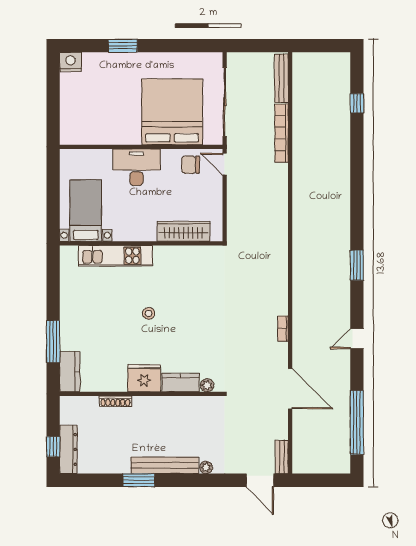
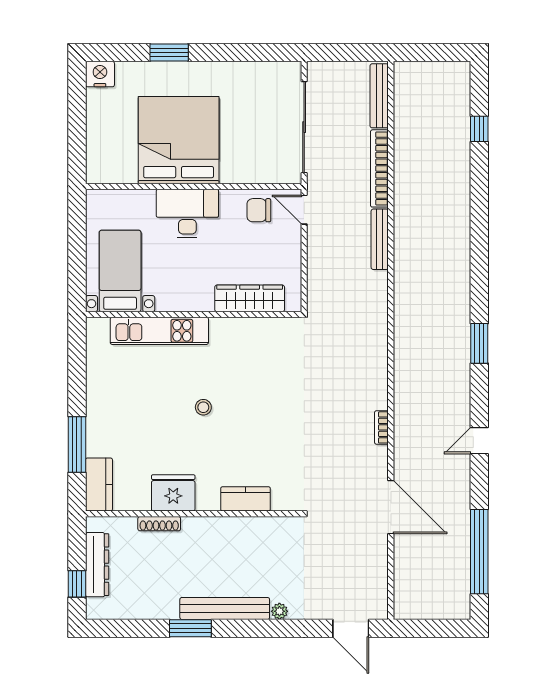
bed: (172, 112) -> (179, 140), moved
fridge: (144, 378) -> (173, 493), moved
plant: (207, 385) -> (281, 502), removed
dresser: (68, 449) -> (97, 565), moved
bench: (282, 457) -> (380, 239), moved, width x1.36

